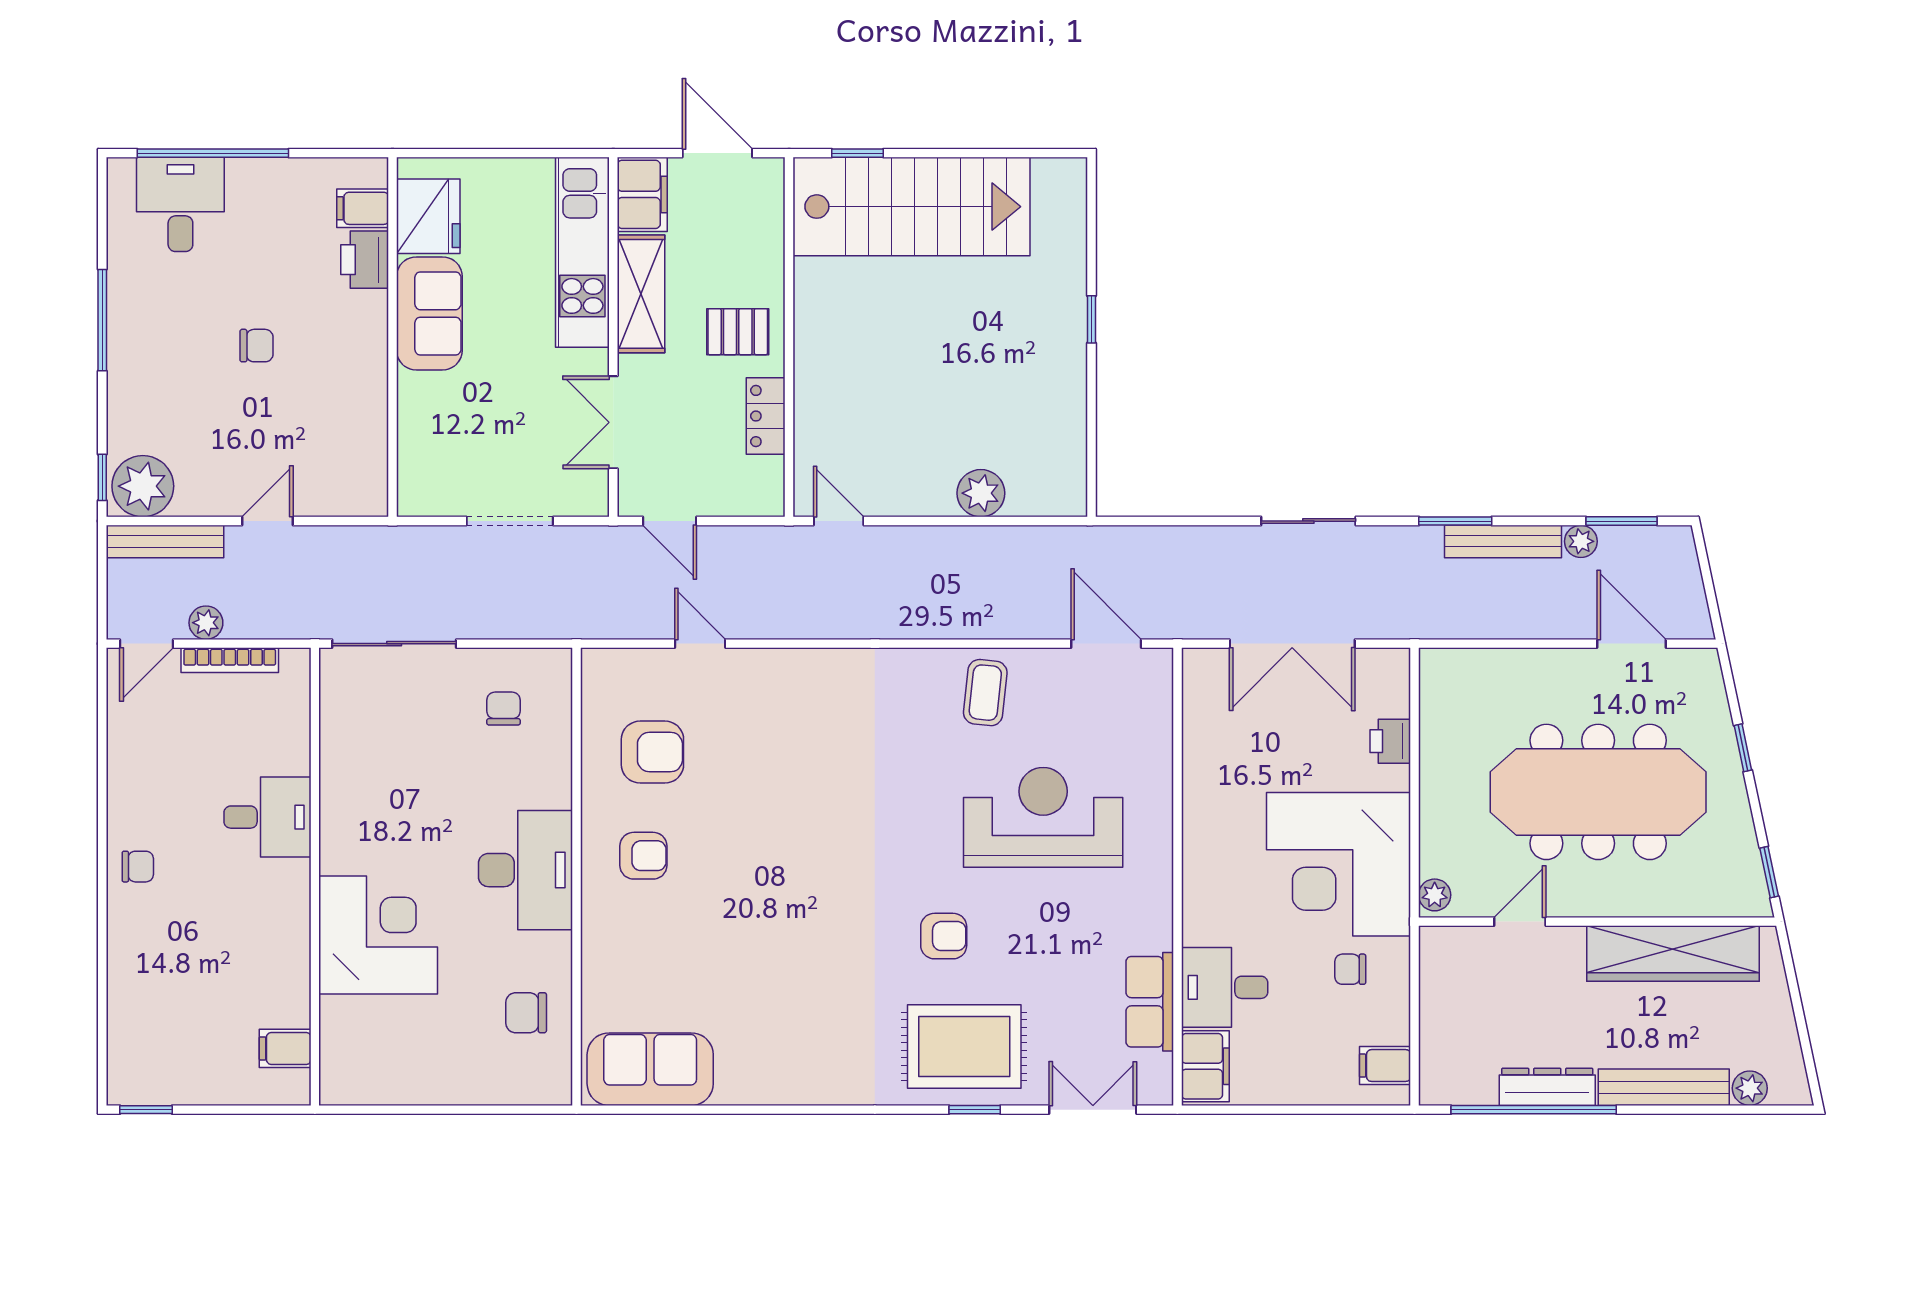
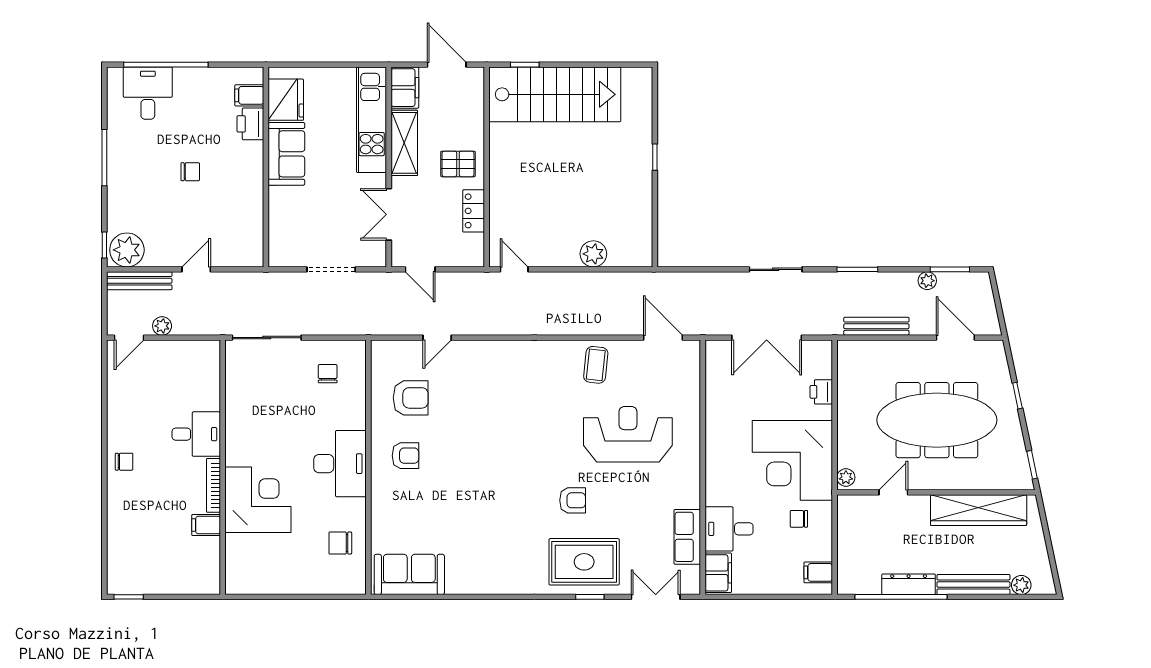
bench: (1503, 541) -> (876, 326), moved
door: (700, 644) -> (437, 338), swing flipped
bookcase: (230, 660) -> (213, 485), moved, turned 90
filing cabinet: (285, 1048) -> (206, 525), moved

